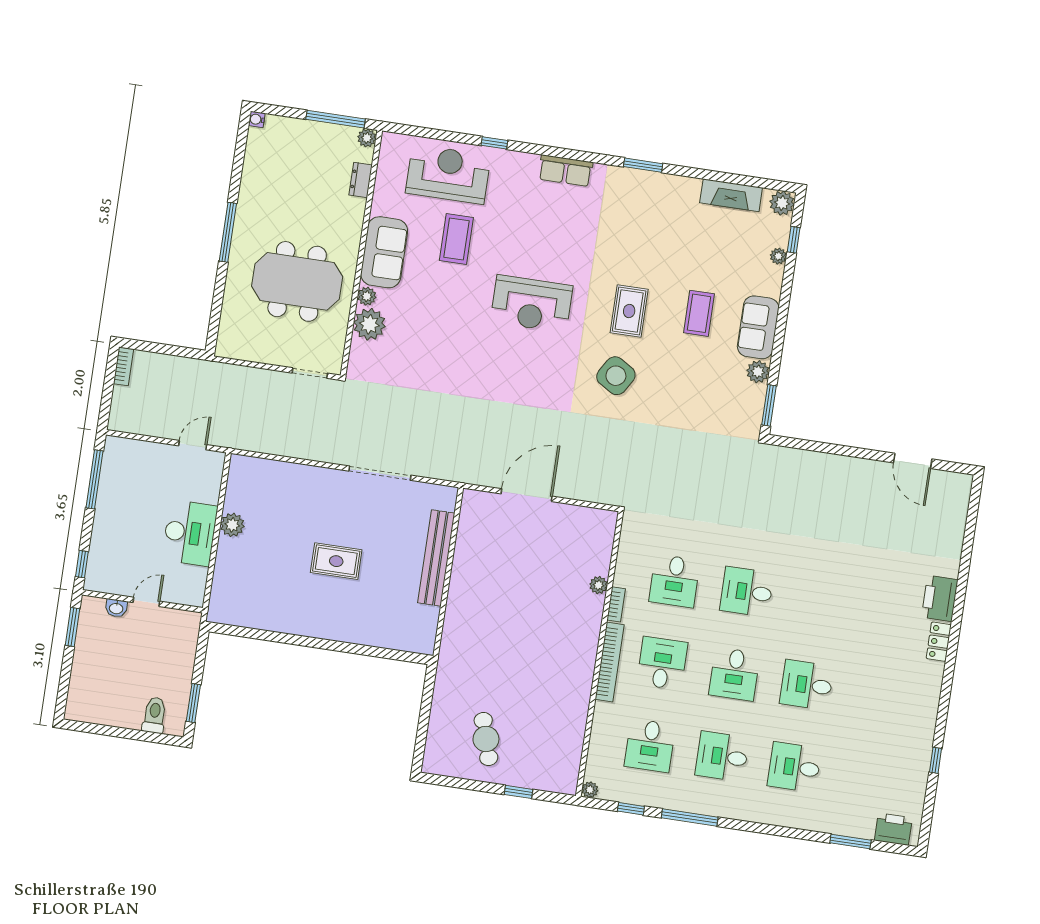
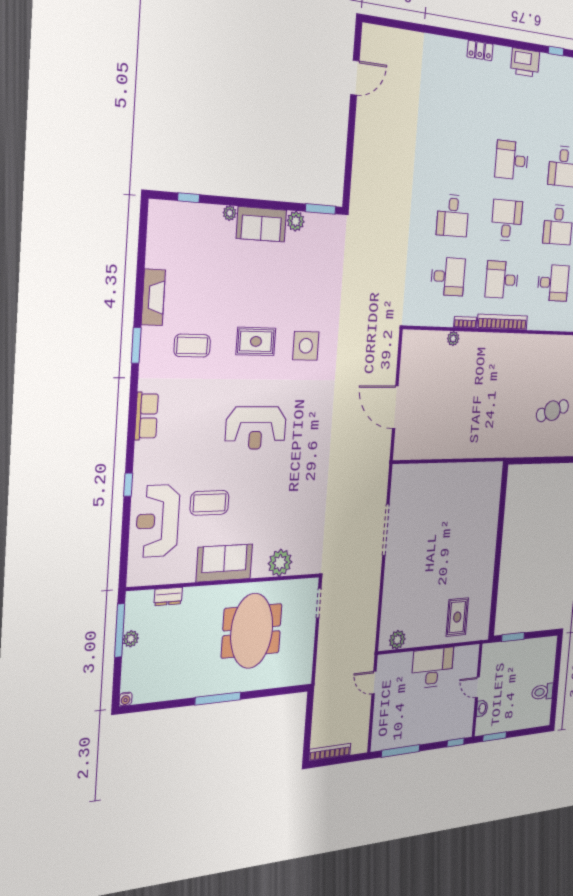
plant: (367, 138) -> (131, 639), moved
fireplace: (731, 195) -> (153, 297), moved
plant: (782, 203) -> (159, 211), removed
plant: (778, 256) -> (230, 213), moved
plant: (367, 296) -> (259, 570), removed
reception desk: (532, 304) -> (256, 428), turned 90
coffee table: (699, 313) -> (192, 346), moved
bookcase: (123, 366) -> (330, 752), width x1.56
side table: (616, 376) -> (306, 346), turned -31
plant: (232, 525) -> (397, 640), moved
bench: (436, 558) -> (441, 472), removed
rug: (336, 561) -> (457, 617), moved
printer: (940, 598) -> (525, 63), moved
desk: (734, 674) -> (507, 220), turned -90
desk: (807, 685) -> (512, 160), turned 90
window: (193, 703) -> (513, 637), moved
toilet: (154, 715) -> (542, 692), moved

